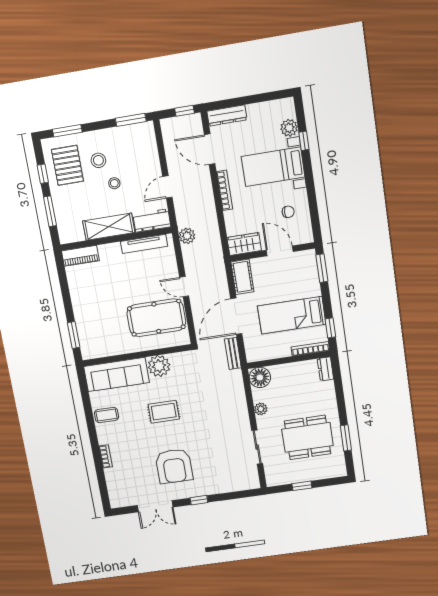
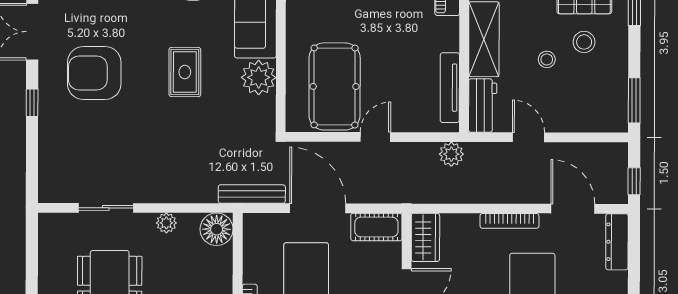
door: (210, 149) -> (573, 209), hinge flipped
bench: (233, 353) -> (252, 194), width x1.36
window: (302, 486) -> (32, 268), removed

